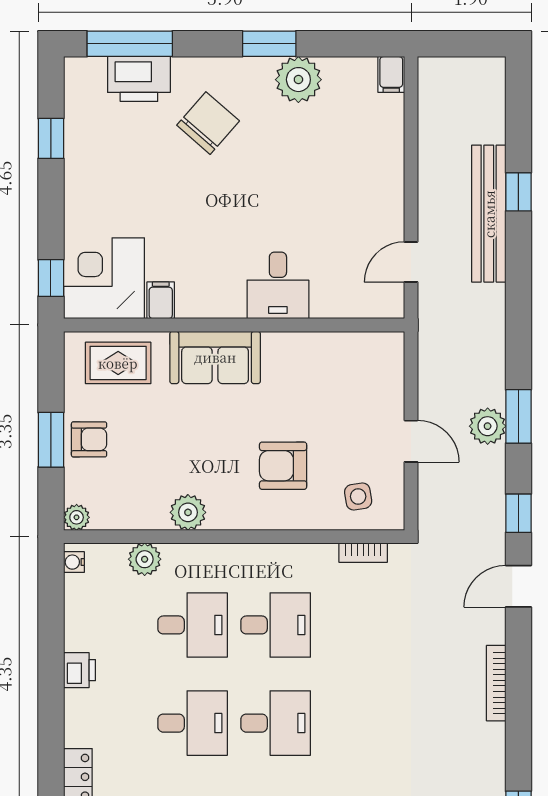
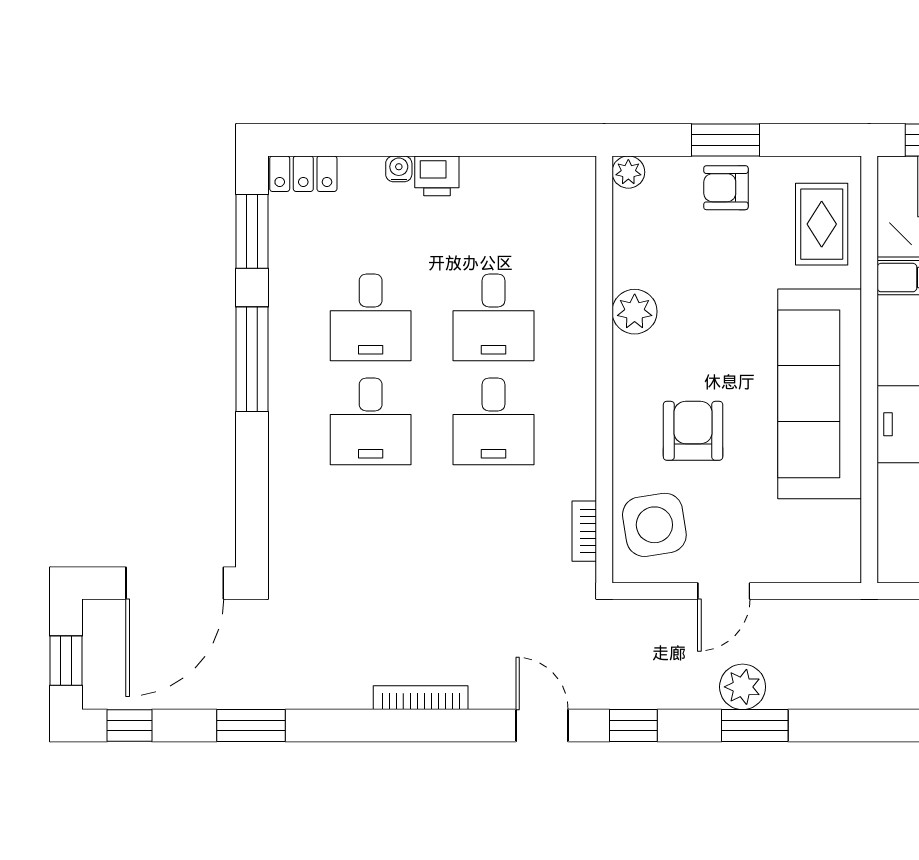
sofa: (215, 357) -> (820, 394), width x1.85, depth x1.27
armchair: (89, 439) -> (726, 188), turned 90
side table: (358, 496) -> (654, 525), width x1.87, depth x1.87
plant: (145, 559) -> (576, 257), removed
water cooler: (74, 562) -> (399, 169), moved

